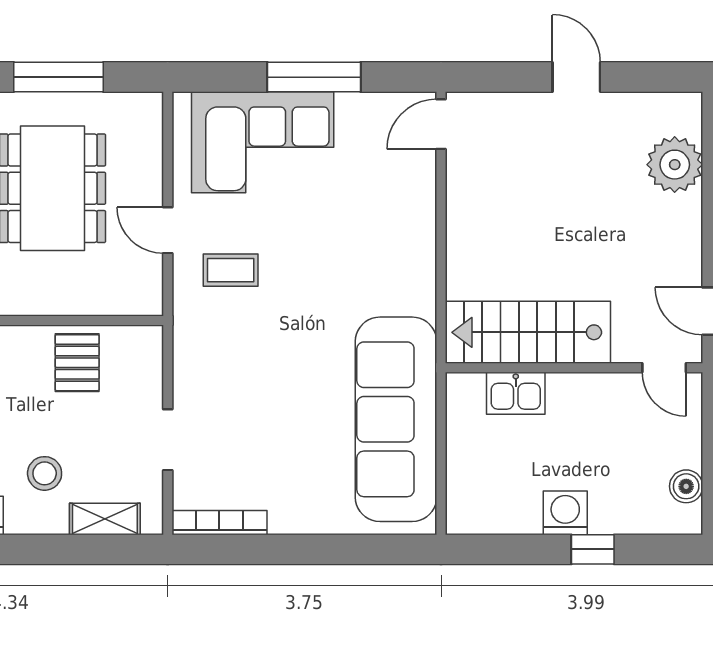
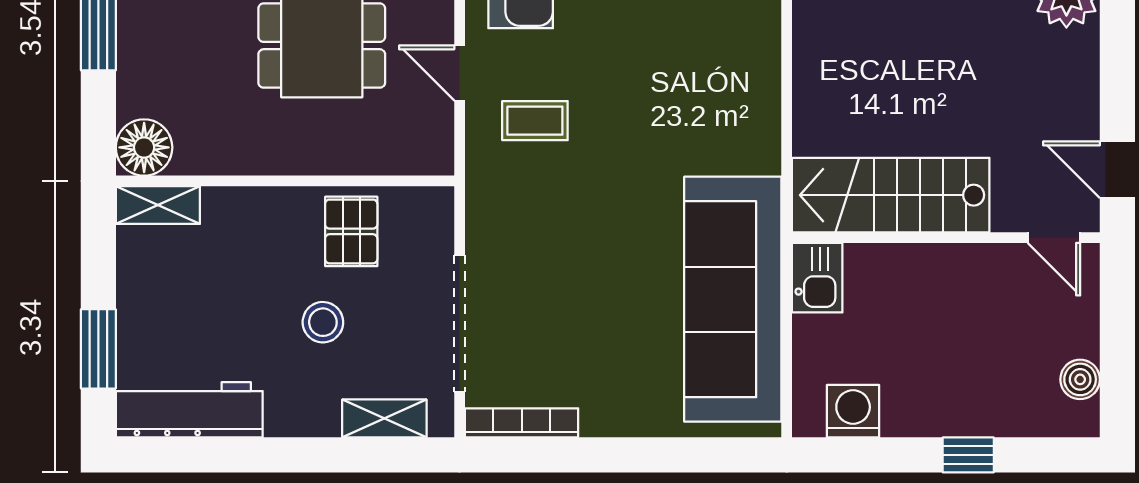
kitchen sink: (516, 393) -> (817, 278), moved, turned -90
doorway: (168, 440) -> (460, 324), width x1.88
stool: (45, 473) -> (323, 322), moved
washing machine: (565, 513) -> (853, 411), moved

